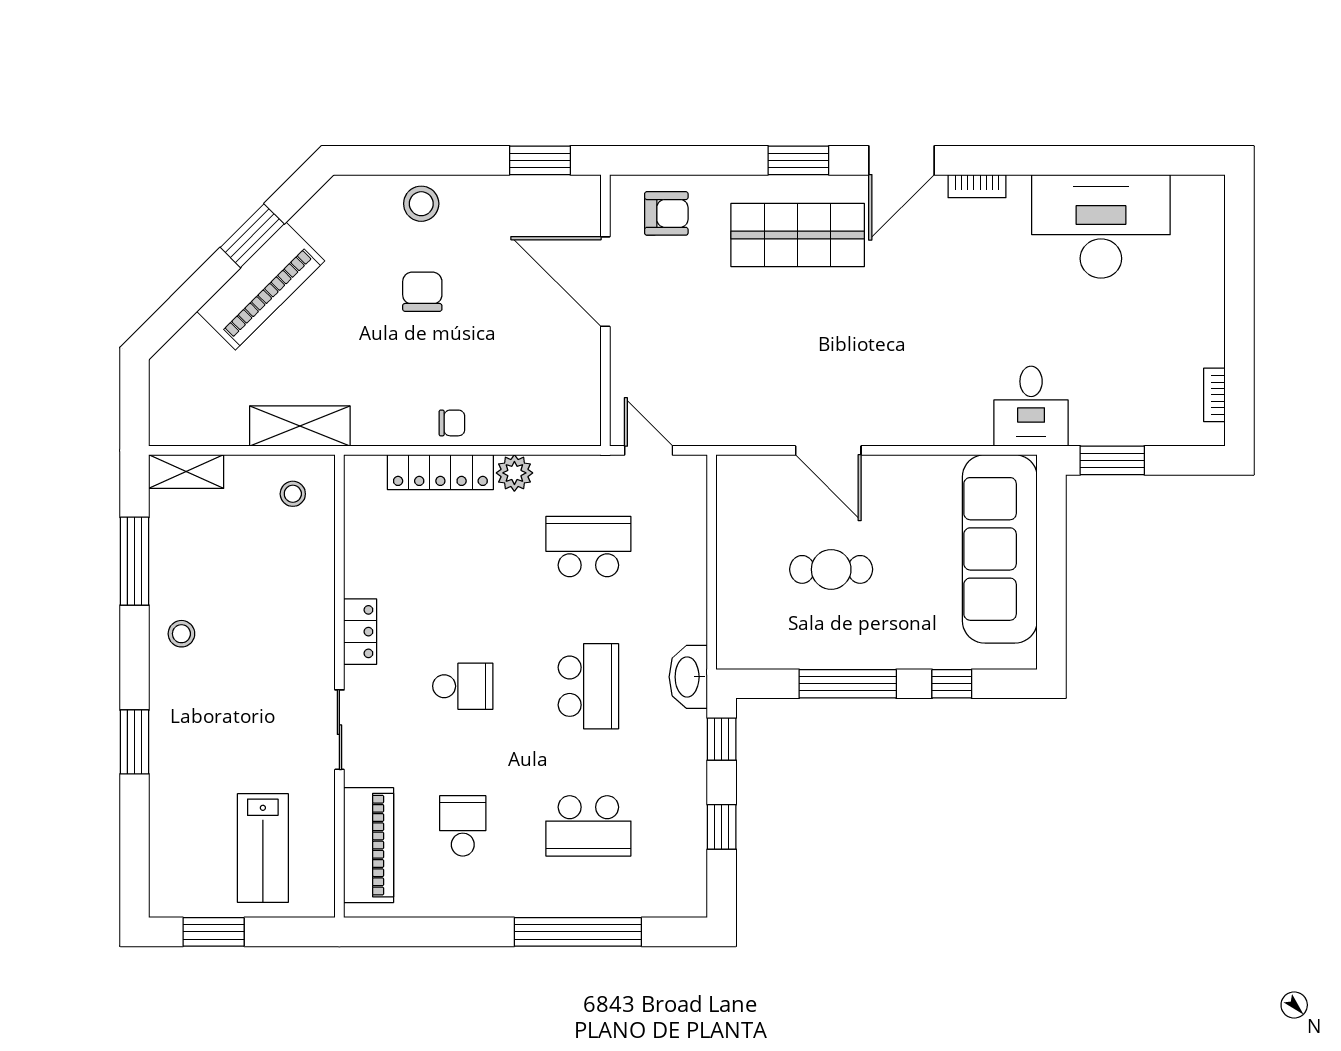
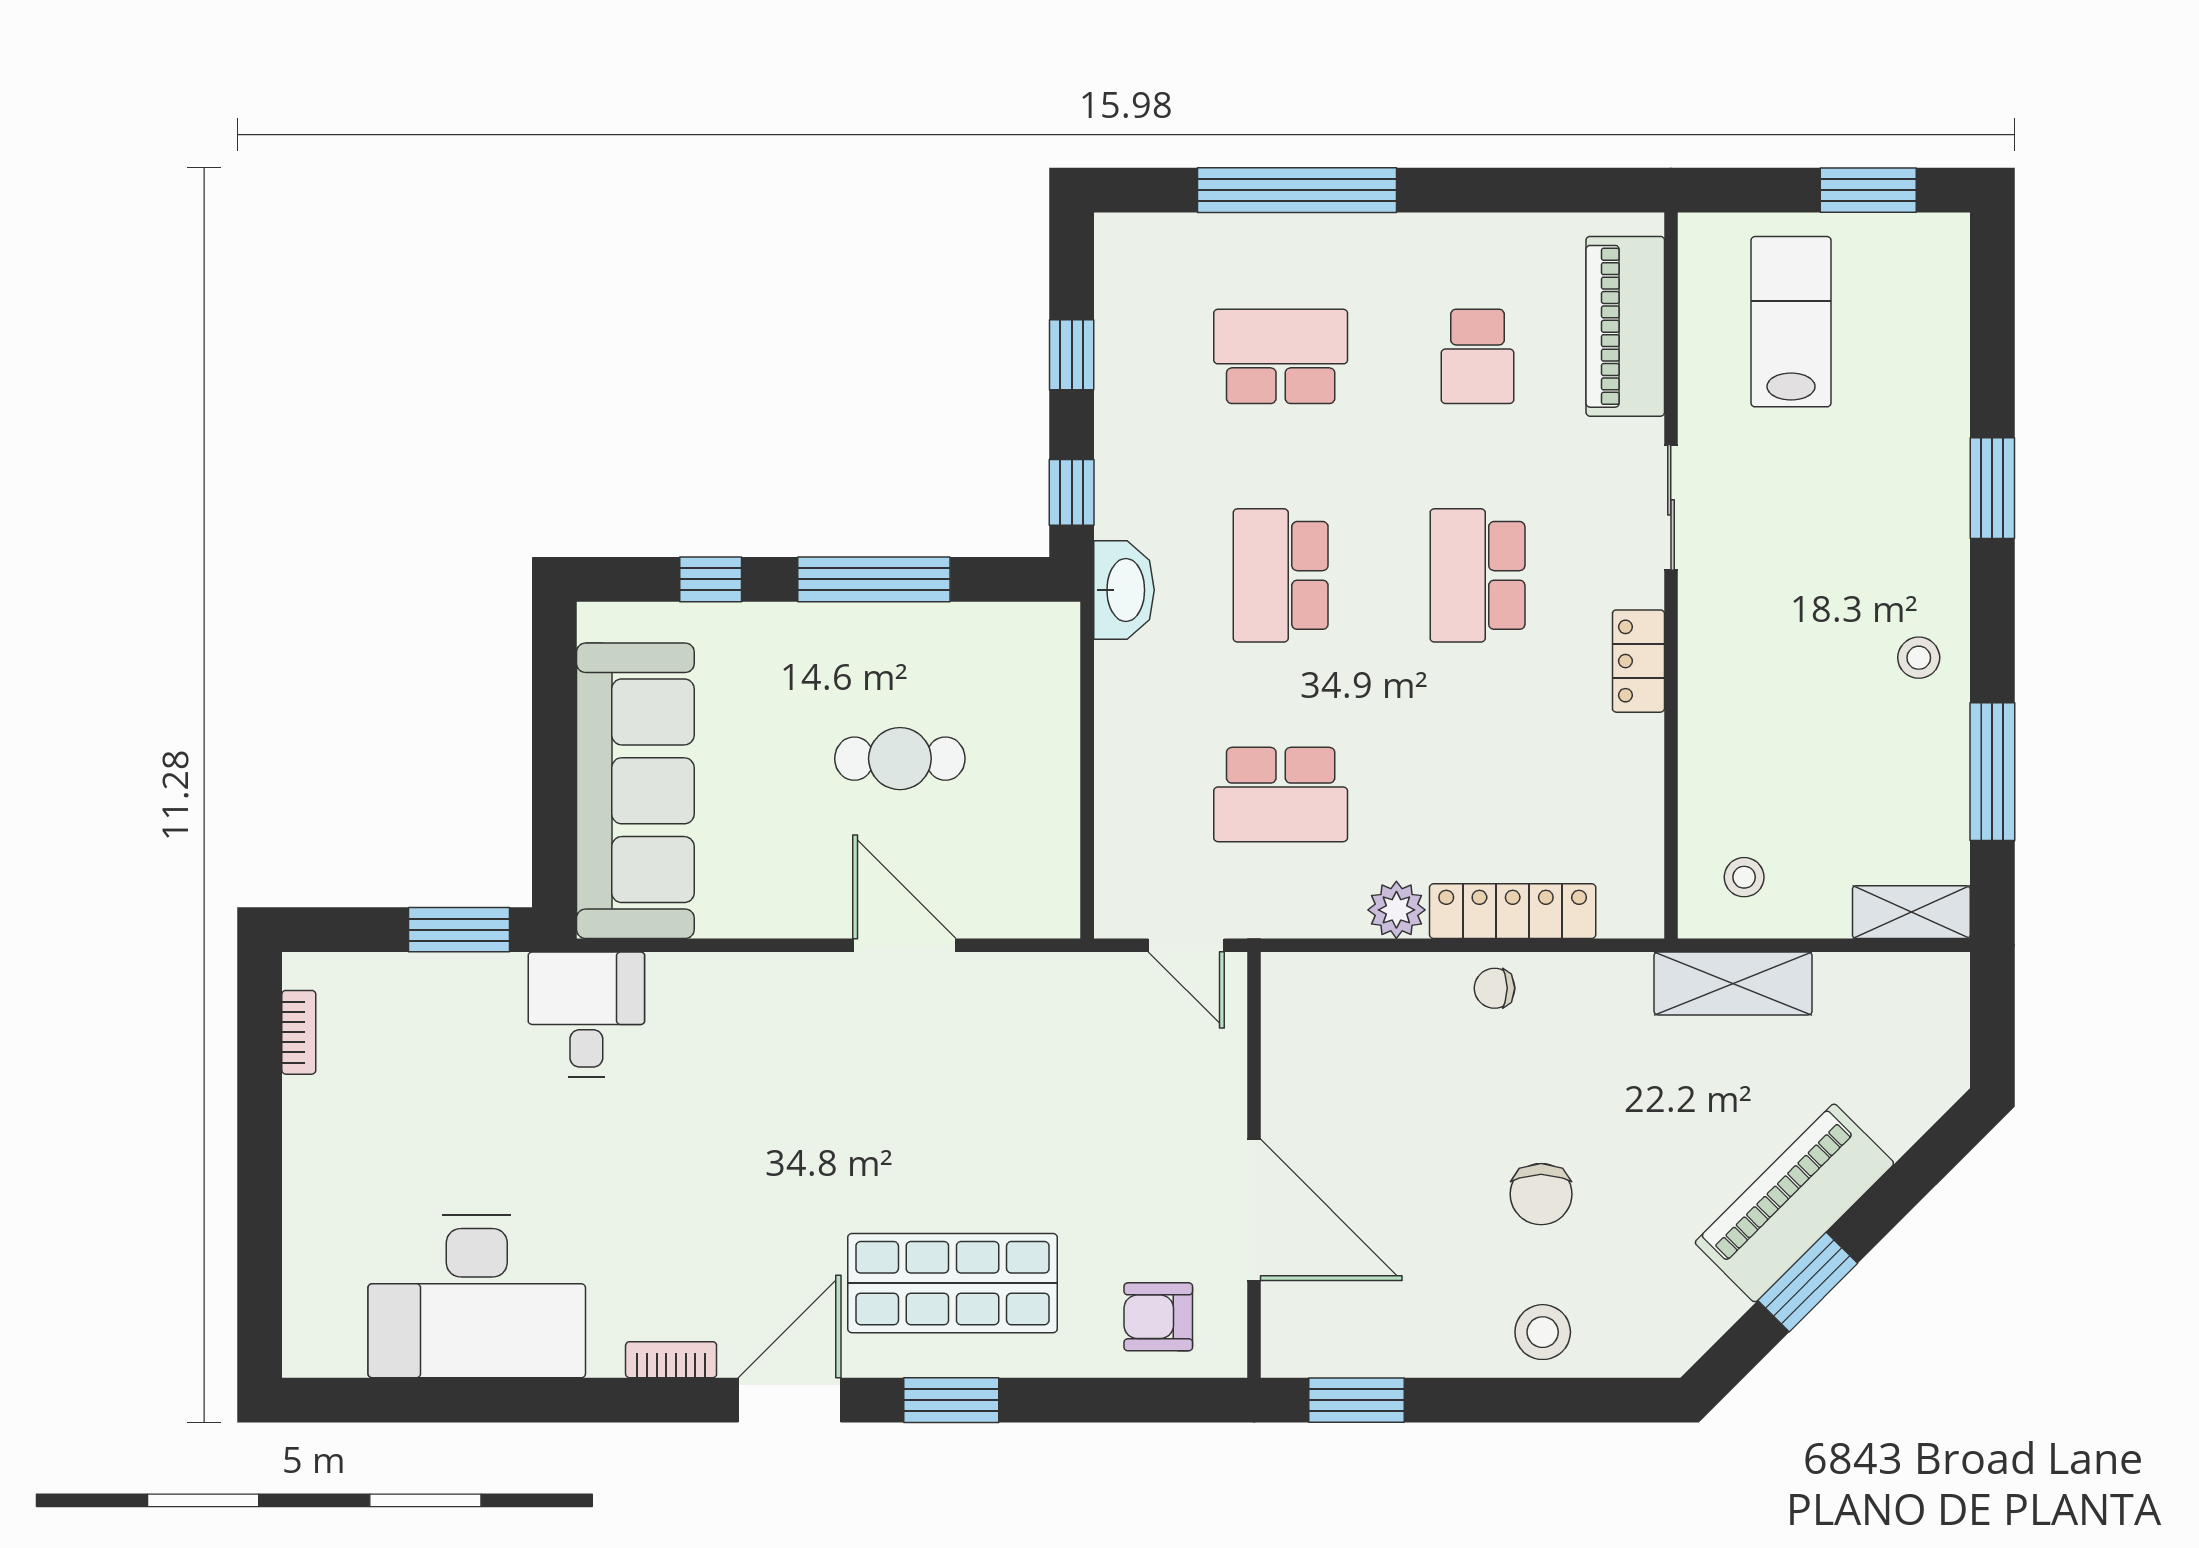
school desk: (463, 686) -> (1478, 575), width x1.85

